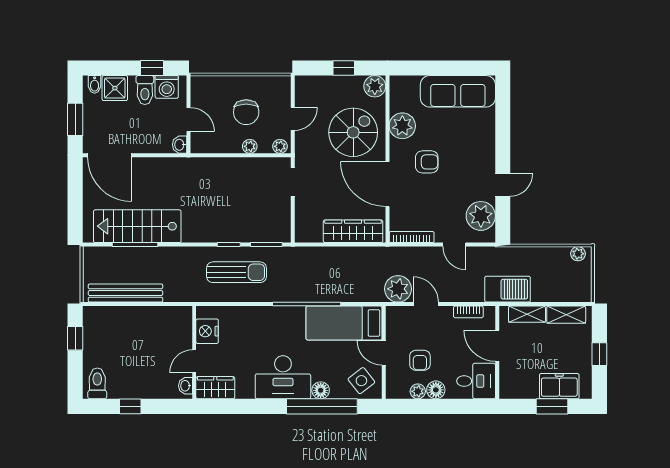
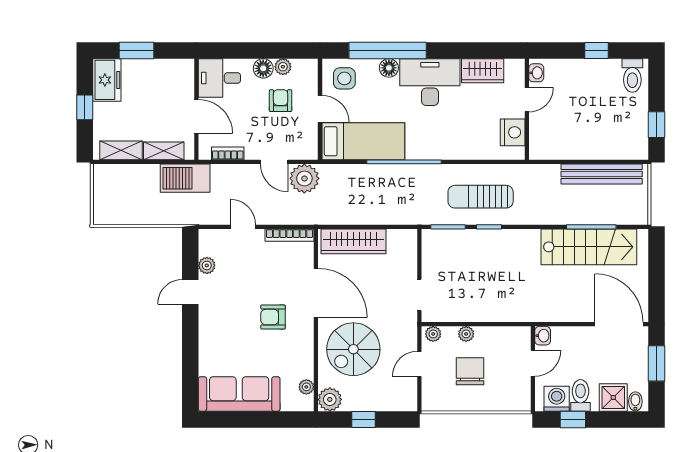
door: (189, 119) -> (533, 363), swing flipped
plant: (402, 126) -> (306, 387), moved, width x0.53, depth x0.53
plant: (481, 216) -> (207, 265), width x0.53, depth x0.53
plant: (578, 254) -> (108, 217), removed
side table: (361, 381) -> (344, 78), turned 38
freezer: (559, 386) -> (107, 80), moved, turned -90
wardrobe: (215, 388) -> (483, 71), moved

